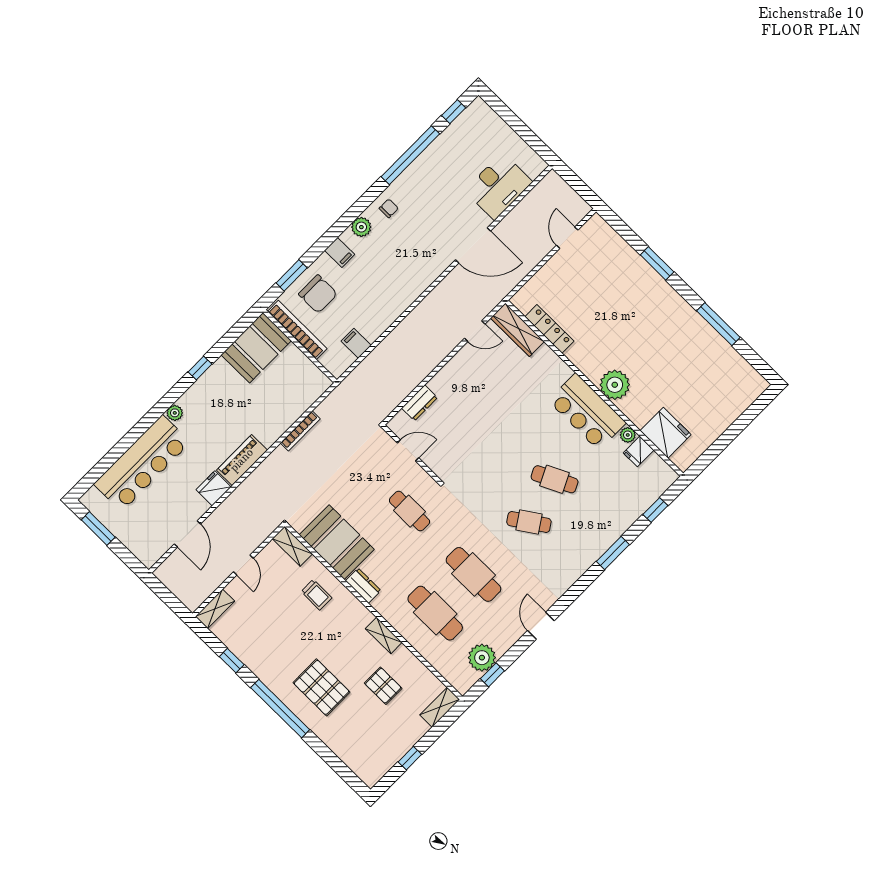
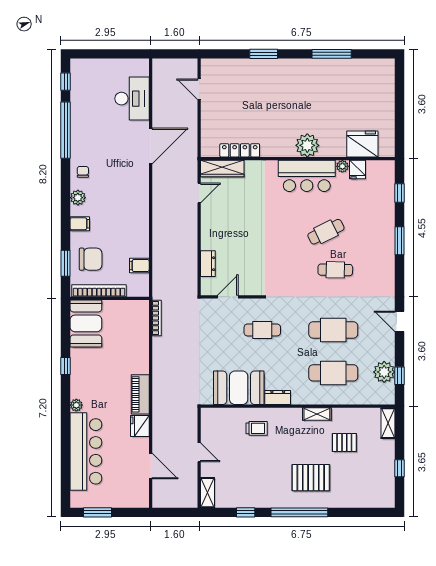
bookcase: (300, 431) -> (157, 318), moved
cafe table: (529, 522) -> (335, 270), turned 35
shelving: (292, 546) -> (216, 415), removed

